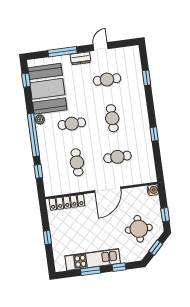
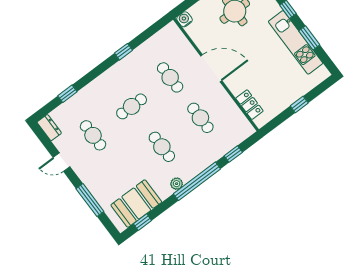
dresser: (80, 58) -> (49, 128), moved
booth: (47, 89) -> (136, 203), width x0.73, depth x0.70
cafe table: (77, 162) -> (200, 118), turned 90
locker: (67, 202) -> (249, 105), width x0.66

